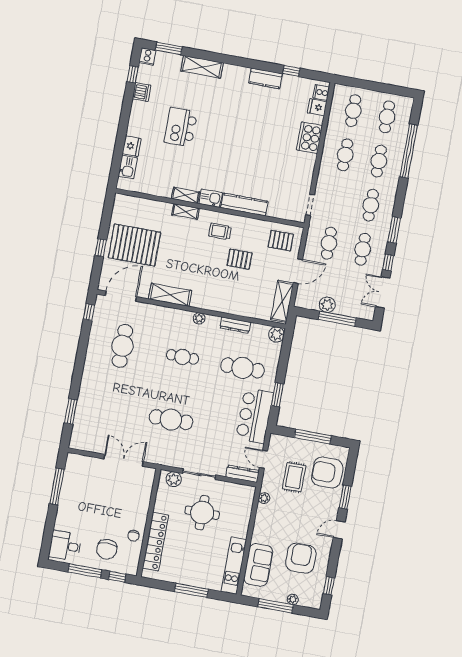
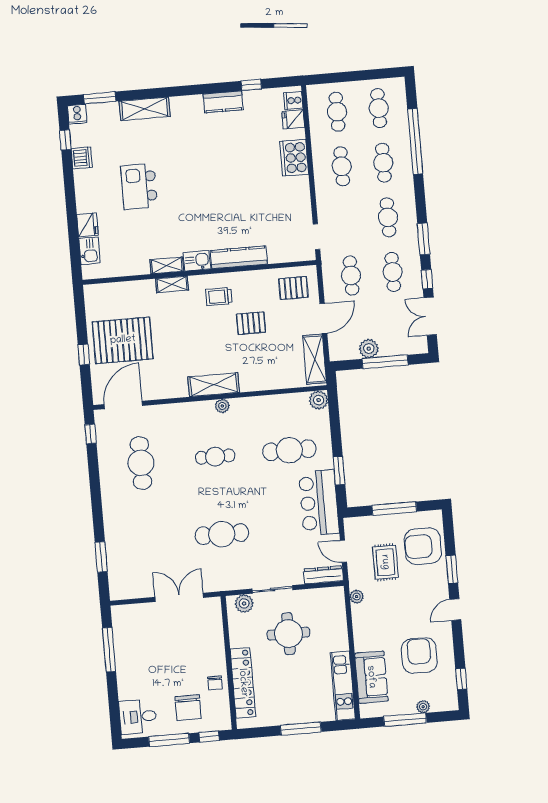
shelving: (170, 295) -> (214, 385), moved
dresser: (235, 325) -> (267, 402), removed

